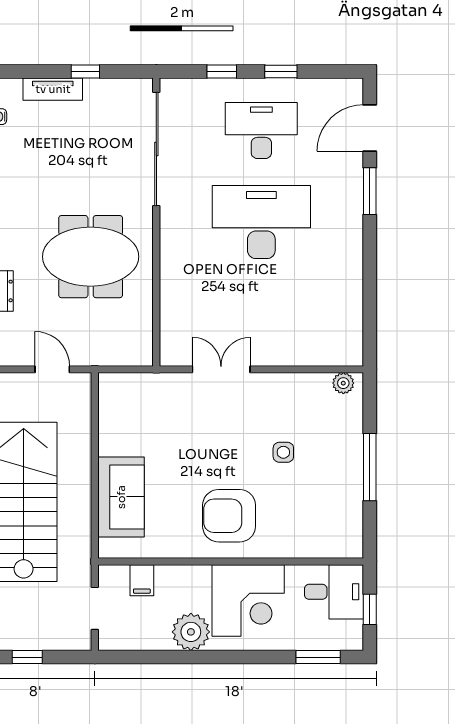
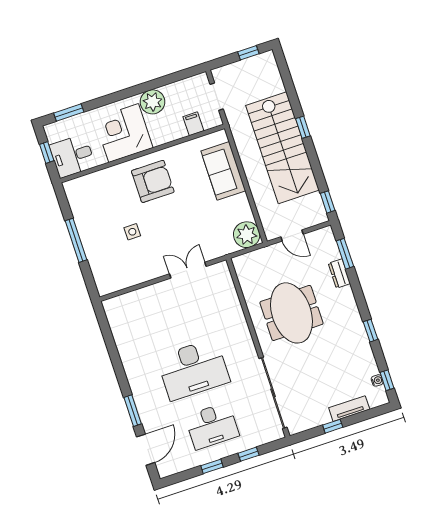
meeting table: (91, 257) -> (291, 313), turned 90
double door: (221, 369) -> (188, 270), swing flipped
plant: (343, 383) -> (247, 235), moved, width x1.87, depth x1.87

